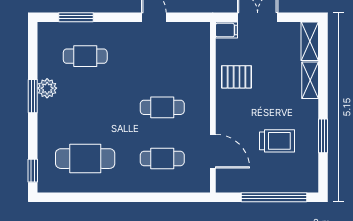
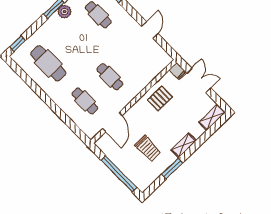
pallet: (237, 77) -> (160, 98), turned 90
shelving: (310, 80) -> (184, 145), moved

